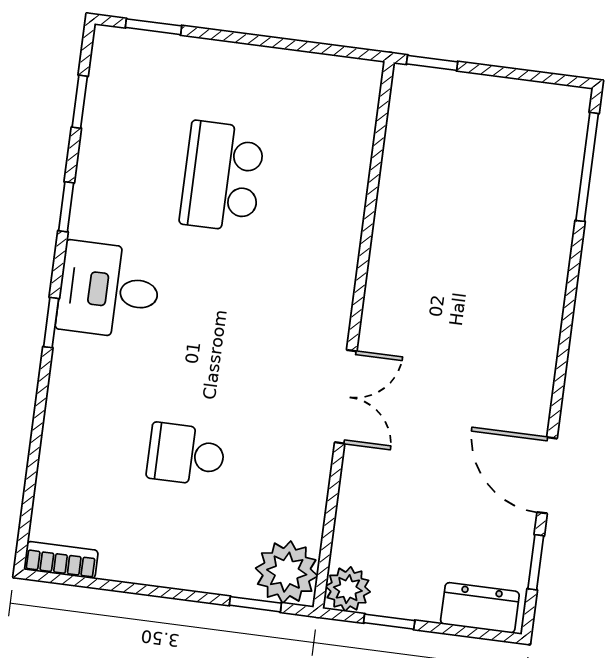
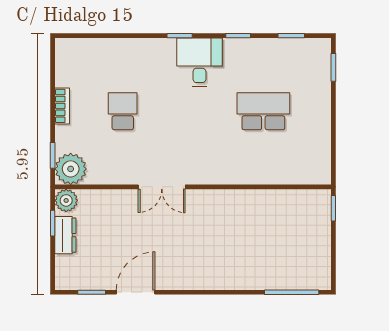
bookcase: (61, 560) -> (62, 106), moved
dresser: (480, 608) -> (65, 235), moved

